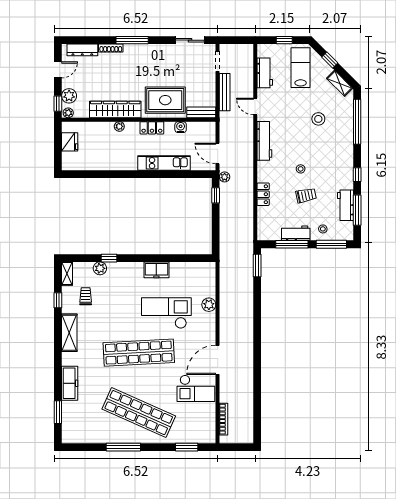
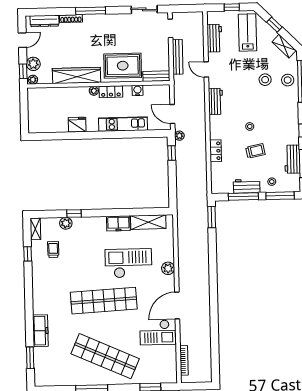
stool: (343, 120) -> (288, 80), added
plant: (119, 126) -> (94, 91), moved
workbench: (264, 141) -> (216, 101), width x0.73
fridge: (70, 142) -> (77, 125), moved, turned -90
plant: (209, 305) -> (168, 268), moved
shelving: (69, 333) -> (148, 222), moved, turned 90

